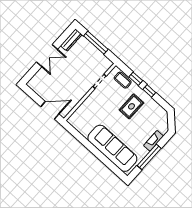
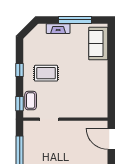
window: (136, 79) -> (20, 104), moved
sofa: (112, 148) -> (98, 44), width x0.54, depth x0.79

